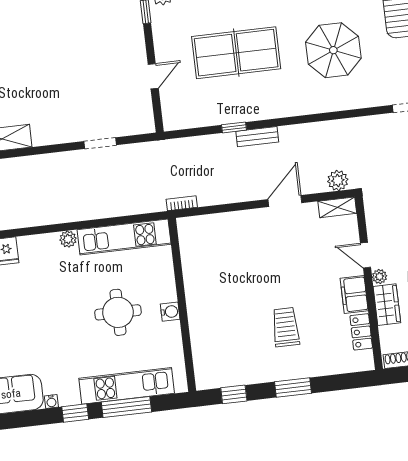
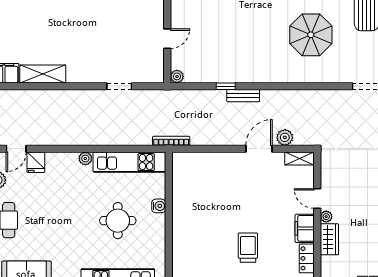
table tennis table: (236, 53) -> (234, 28), removed
plant: (171, 122) -> (177, 76), added
plant: (338, 180) -> (285, 137), moved
bookcase: (182, 203) -> (171, 141), width x1.56
water cooler: (170, 312) -> (159, 206), moved

